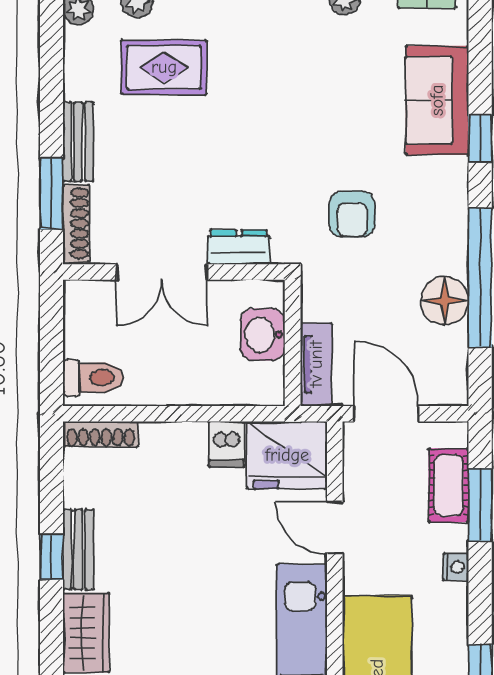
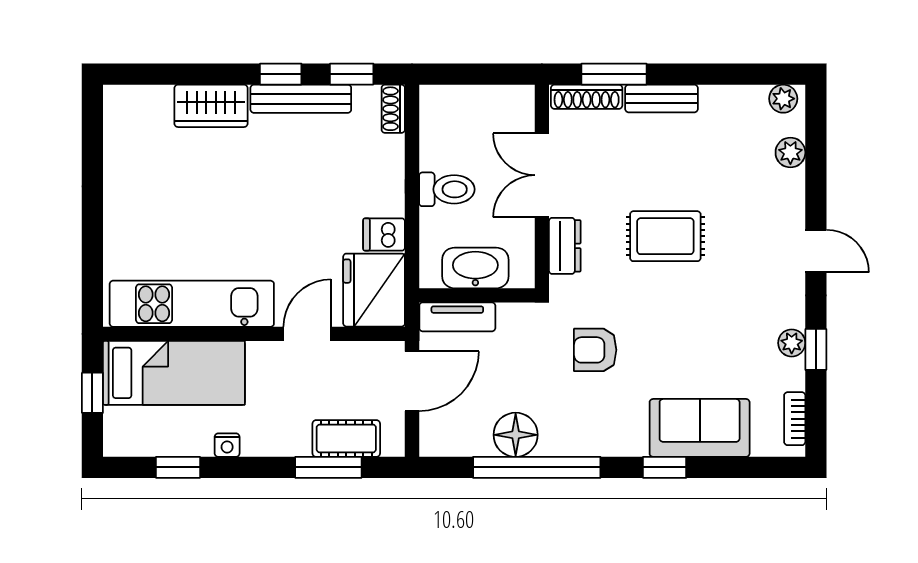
rug: (164, 67) -> (665, 236), moved, turned 90
washbasin: (263, 335) -> (475, 268), width x1.38
toilet: (93, 378) -> (447, 189), moved, turned -90
shoe rack: (101, 434) -> (393, 109), width x0.70
window: (52, 479) -> (352, 74), added
bench: (78, 549) -> (301, 99), width x1.36
nightstand: (456, 567) -> (227, 445), moved

